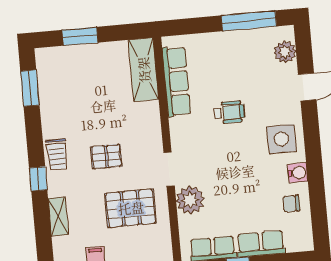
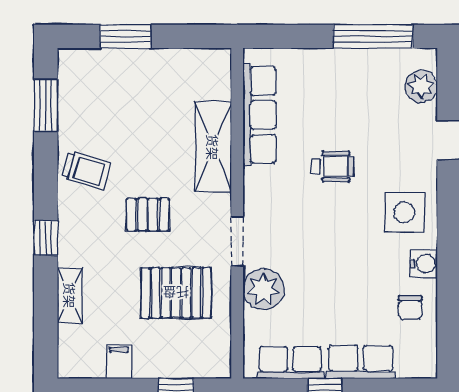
shelving: (144, 70) -> (213, 147), moved
trolley: (57, 154) -> (86, 170), moved, turned -73
chair: (291, 204) -> (410, 308), turned -90

